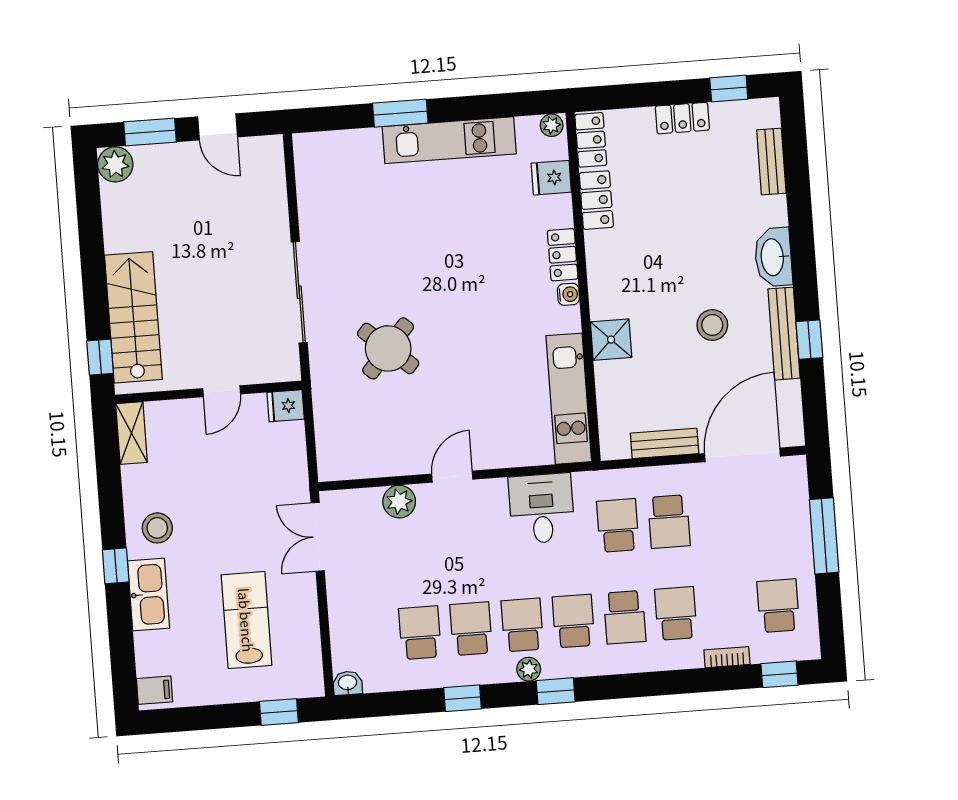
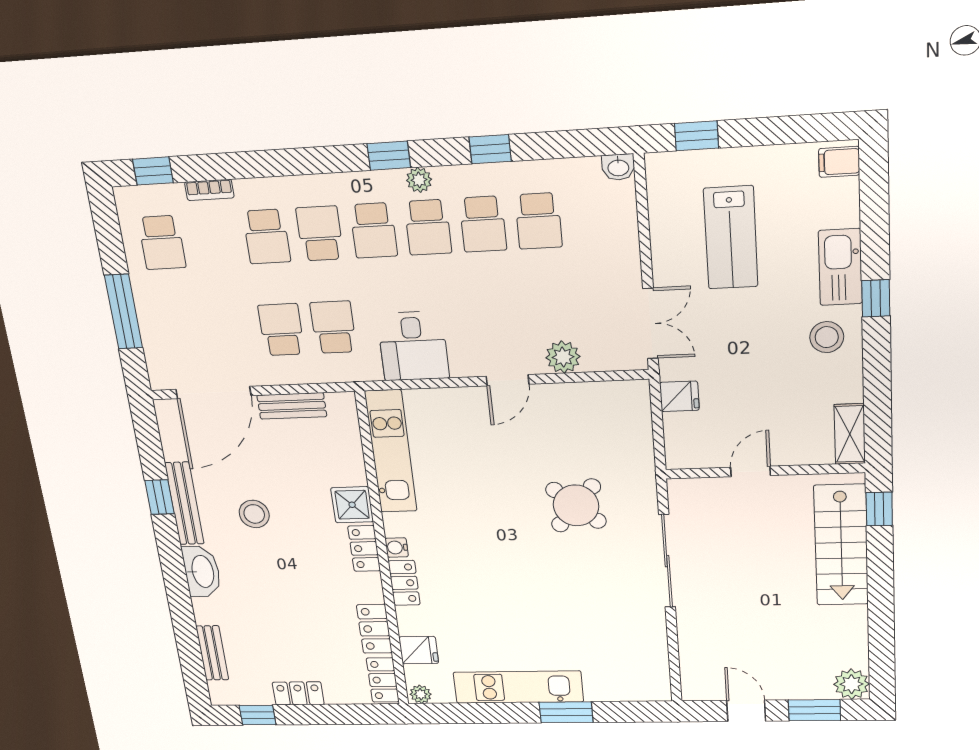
locker: (602, 292) -> (364, 548), added
fridge: (286, 406) -> (679, 396), moved
school desk: (618, 525) -> (333, 327), turned 180

